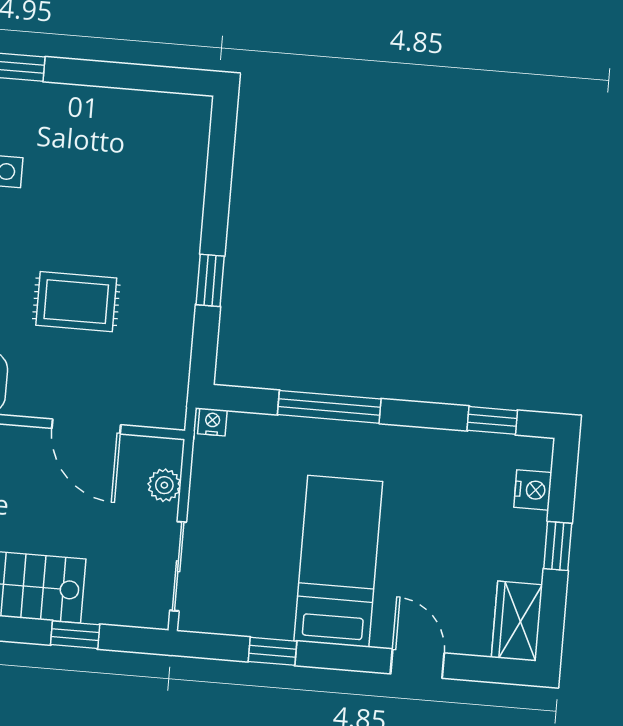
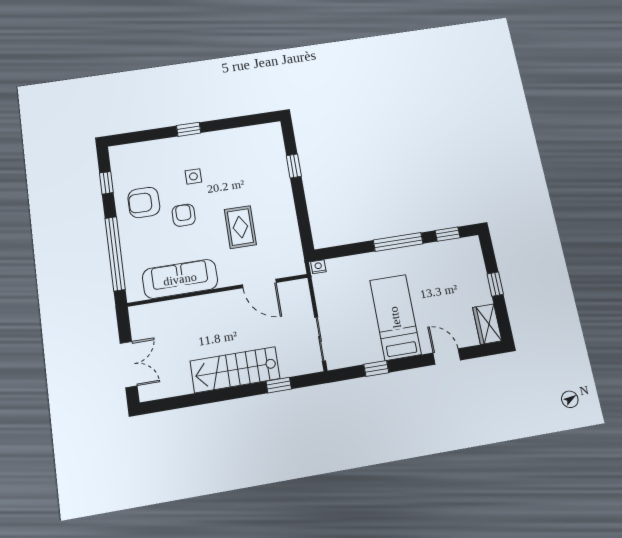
window: (210, 280) -> (294, 166), moved
rug: (76, 302) -> (240, 227), turned 90
window: (329, 407) -> (398, 242), moved
plant: (164, 485) -> (303, 302), removed
nightstand: (533, 490) -> (476, 261), removed

